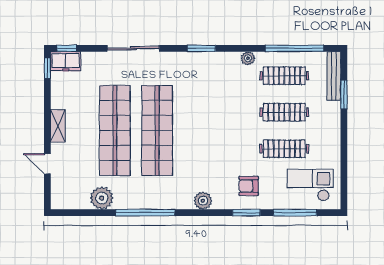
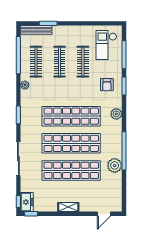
shop shelf: (199, 130) -> (71, 116), added
door: (47, 164) -> (104, 214), moved
plant: (102, 198) -> (115, 165), moved

